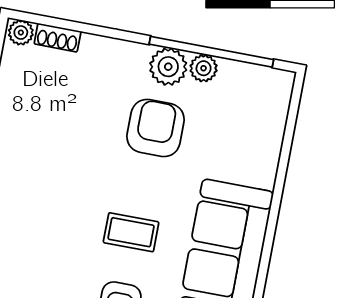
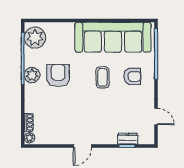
plant: (204, 68) -> (35, 38), moved, width x1.88, depth x1.88
armchair: (156, 128) -> (58, 75), turned 90

